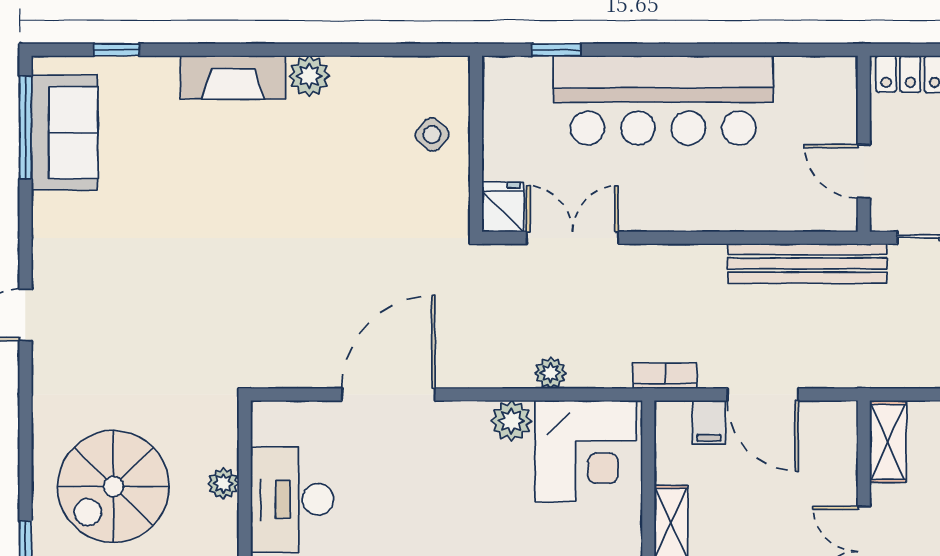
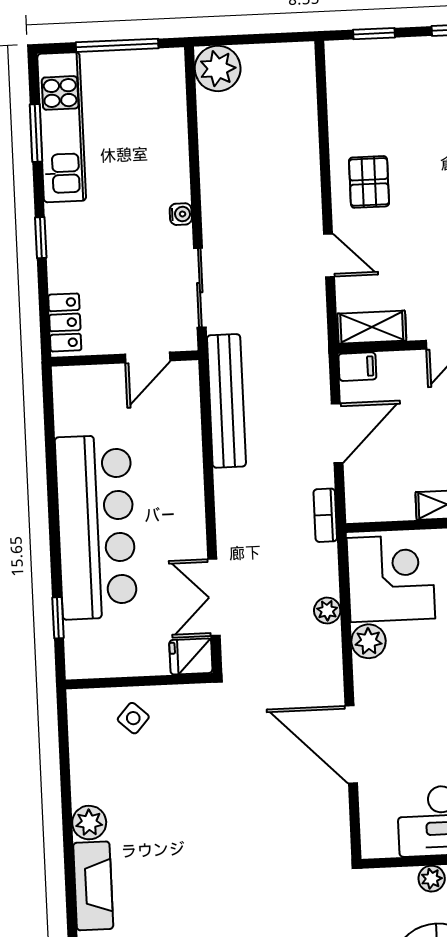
filing cabinet: (709, 422) -> (357, 367), moved

